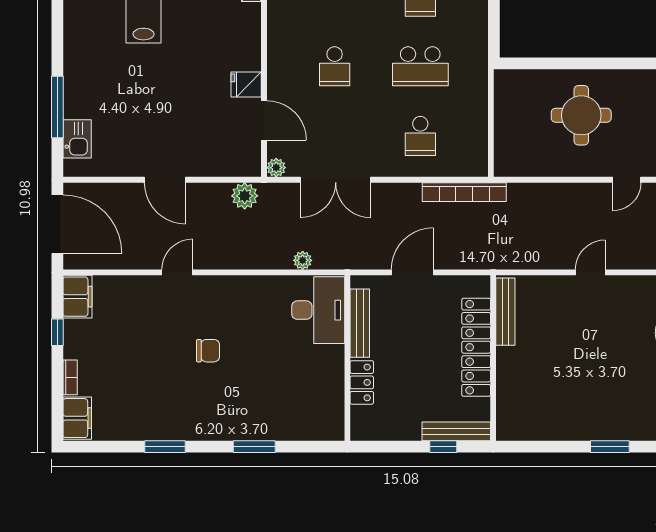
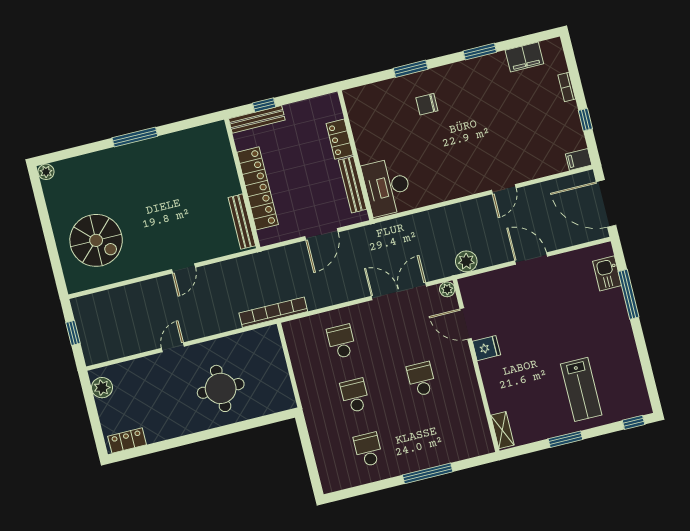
school desk: (420, 66) -> (355, 396), width x0.54
bookcase: (464, 192) -> (273, 312), moved
plant: (303, 260) -> (409, 222), removed
filing cabinet: (77, 297) -> (579, 159), width x0.50
chair: (208, 351) -> (427, 104), moved
filing cabinet: (77, 418) -> (524, 57), moved, turned -90
window: (610, 447) -> (135, 137), width x1.44

